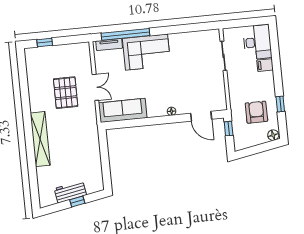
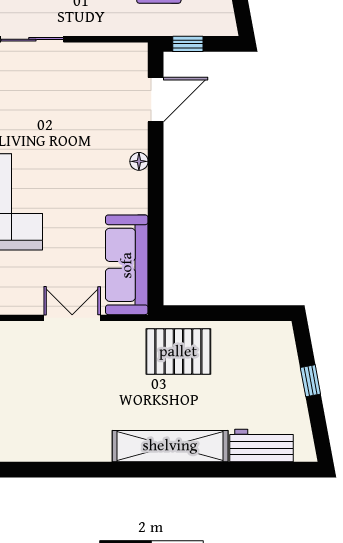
pallet: (66, 93) -> (178, 352), moved
workbench: (70, 192) -> (262, 445), moved, turned 100

